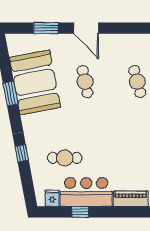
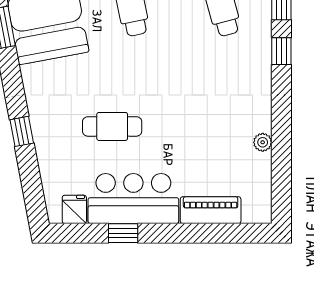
cafe table: (65, 158) -> (112, 126), moved

